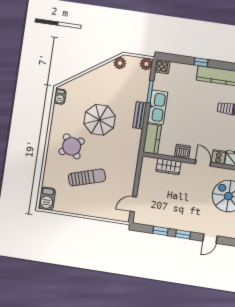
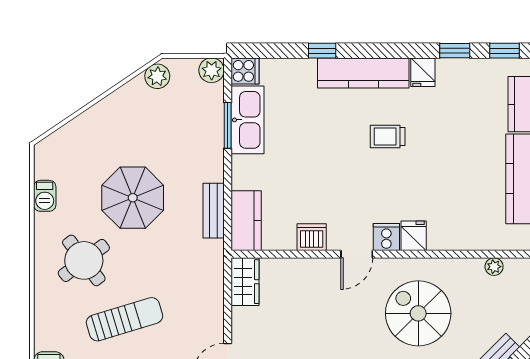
barbecue: (60, 96) -> (45, 196), moved
kitchen sink: (158, 107) -> (247, 120), moved
bench: (140, 115) -> (214, 211), moved
door: (203, 163) -> (357, 254), swing flipped
wardrobe: (168, 166) -> (245, 282), moved, turned -90

